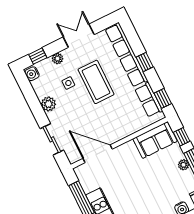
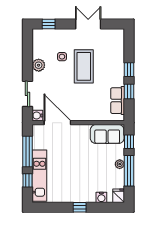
row of seats: (126, 55) -> (118, 57), removed
plant: (57, 59) -> (63, 33), removed
water cooler: (32, 74) -> (37, 116), moved
window: (163, 98) -> (129, 92), moved

